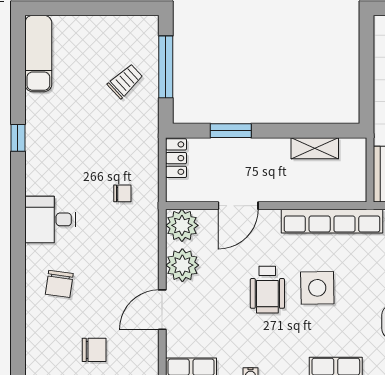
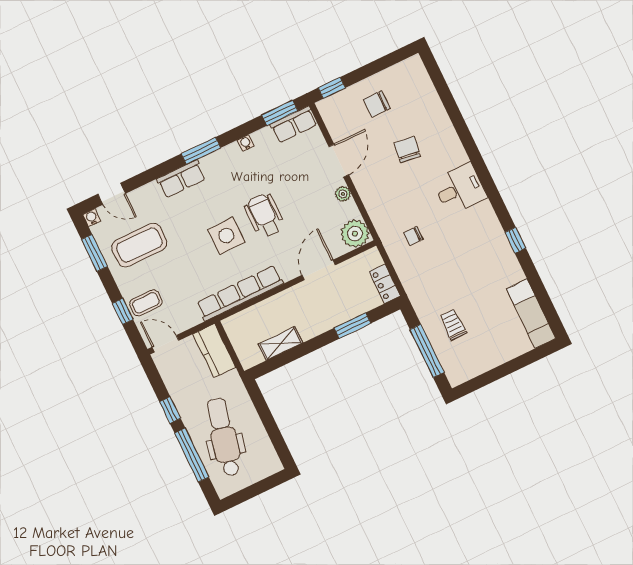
trolley: (125, 81) -> (453, 325), turned 133
plant: (182, 265) -> (343, 194), width x0.53, depth x0.53
chair: (59, 284) -> (407, 150), moved

